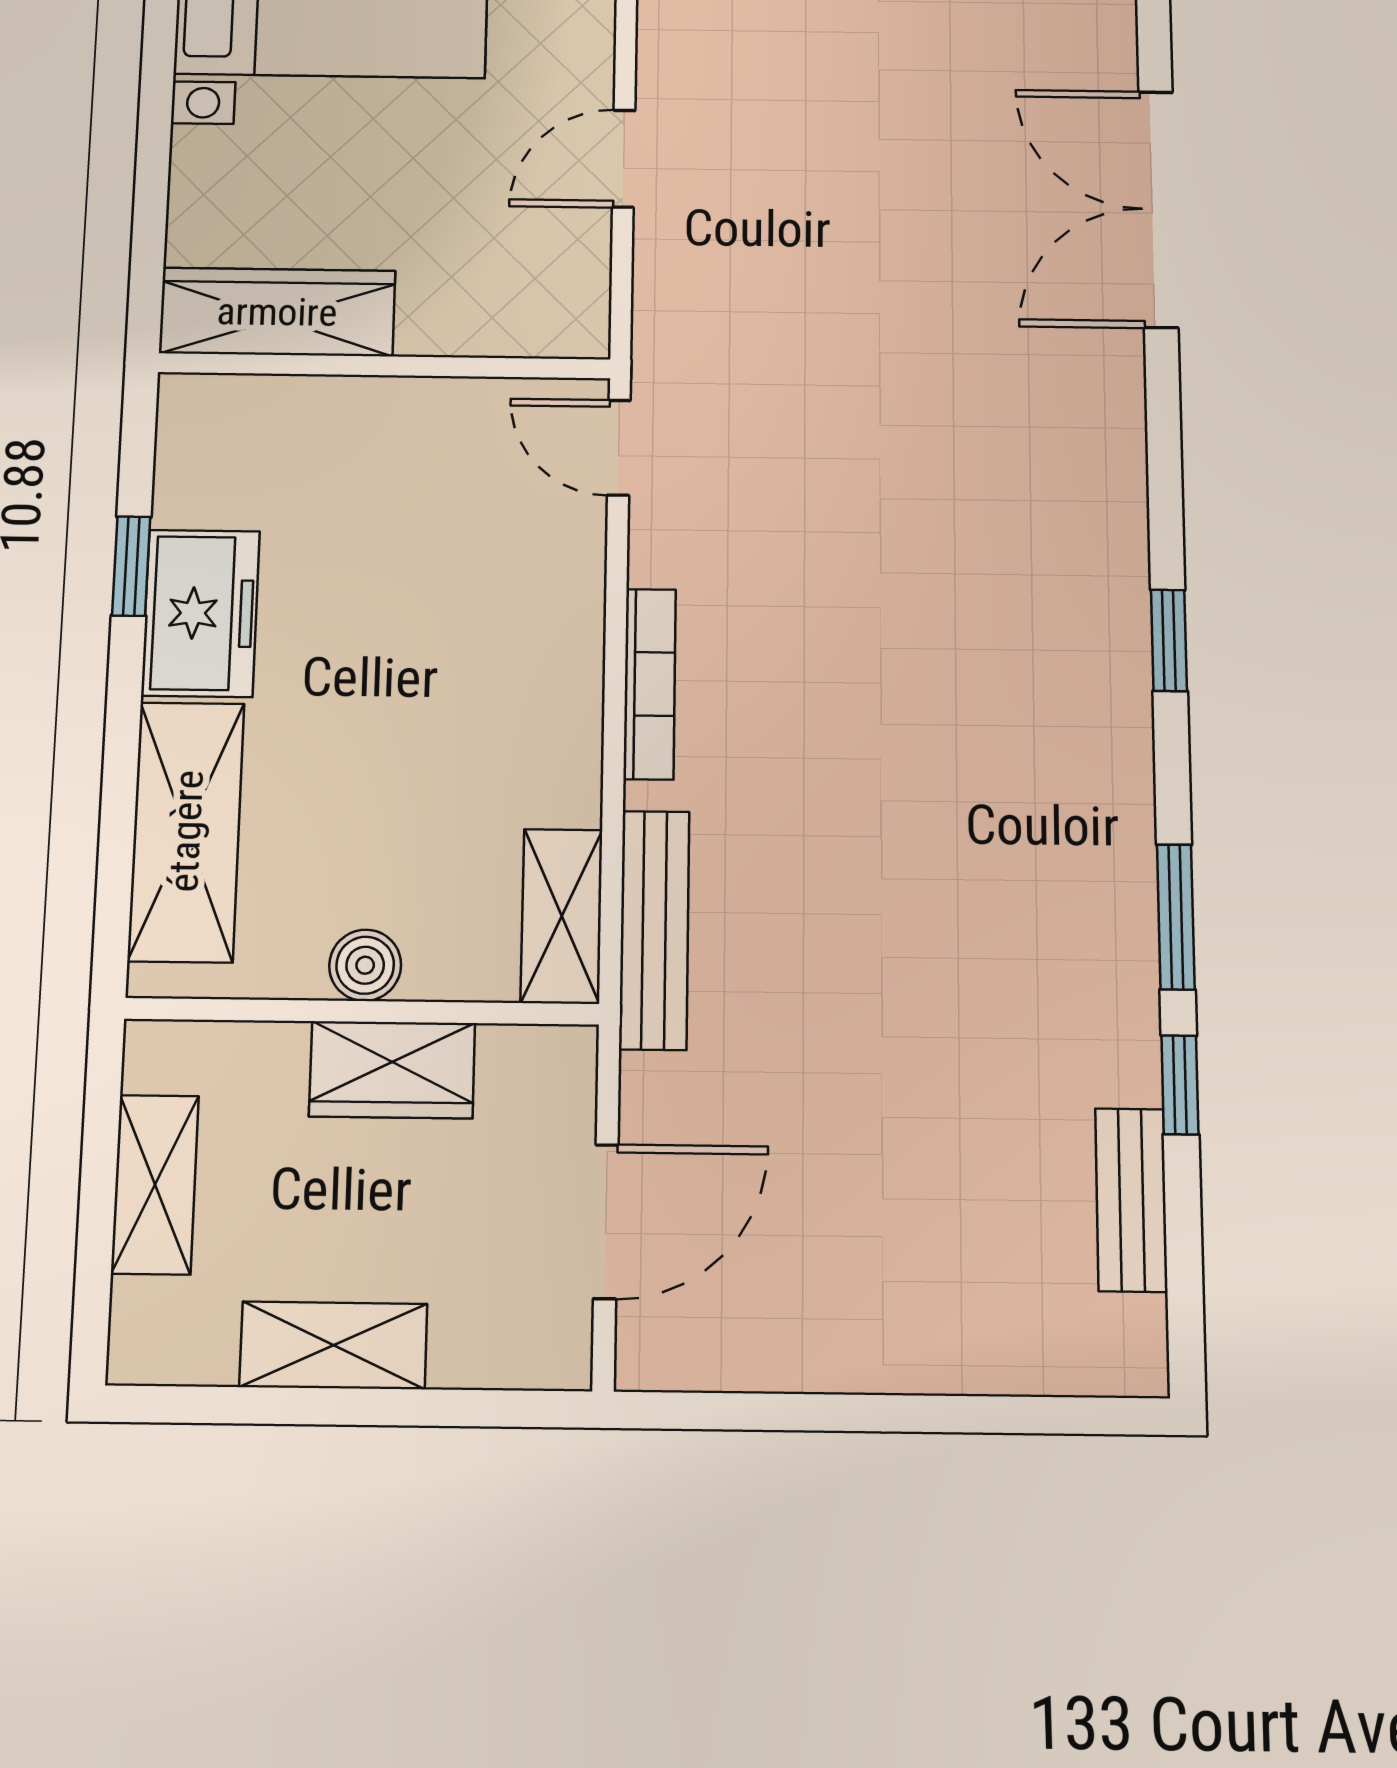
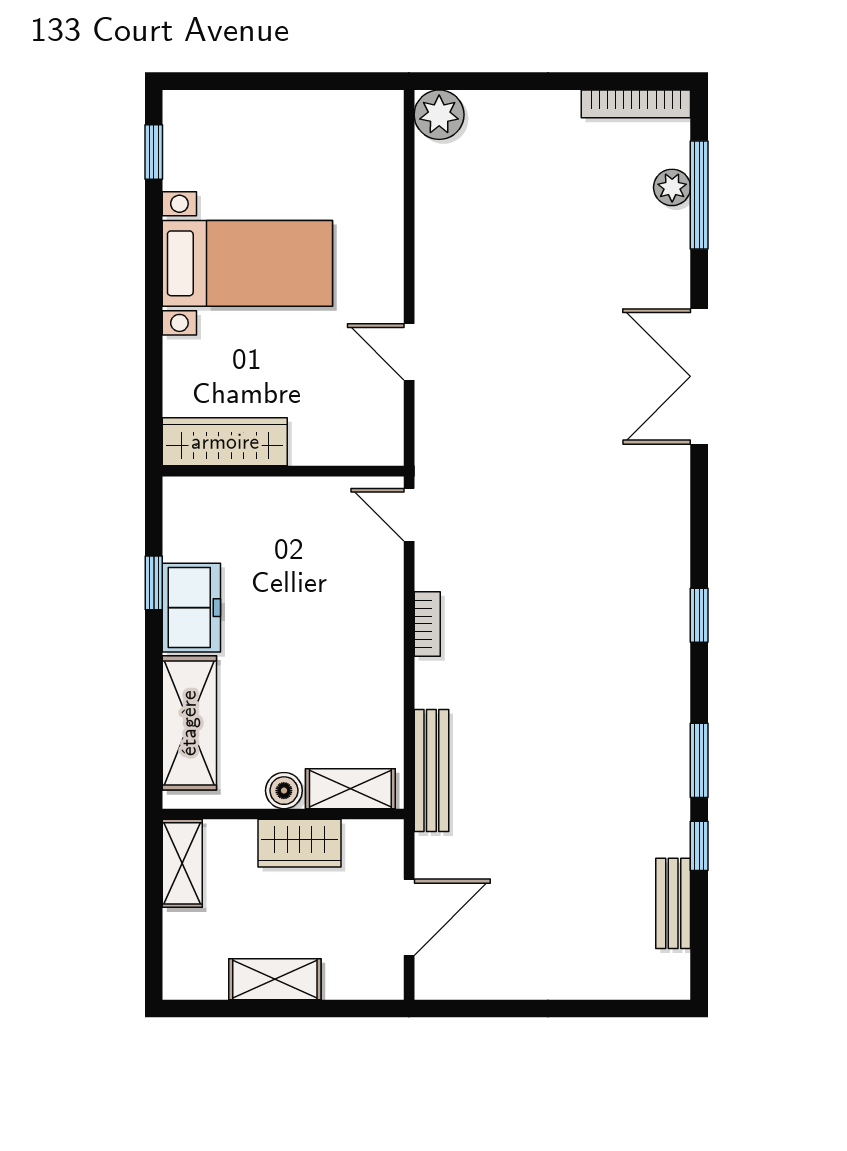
door: (624, 159) -> (409, 352), hinge flipped
bookcase: (650, 684) -> (427, 624), width x0.64
shelving: (562, 916) -> (350, 789), moved, turned 90
shelving: (155, 1184) -> (182, 863), moved

